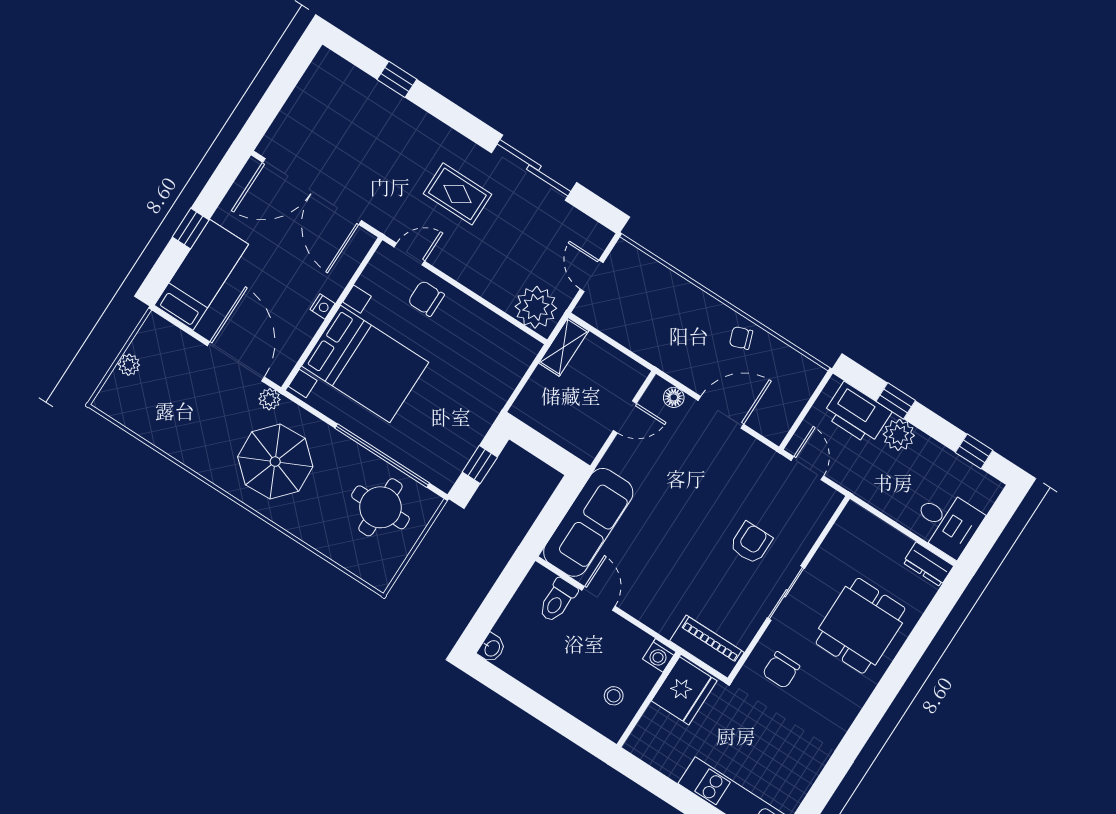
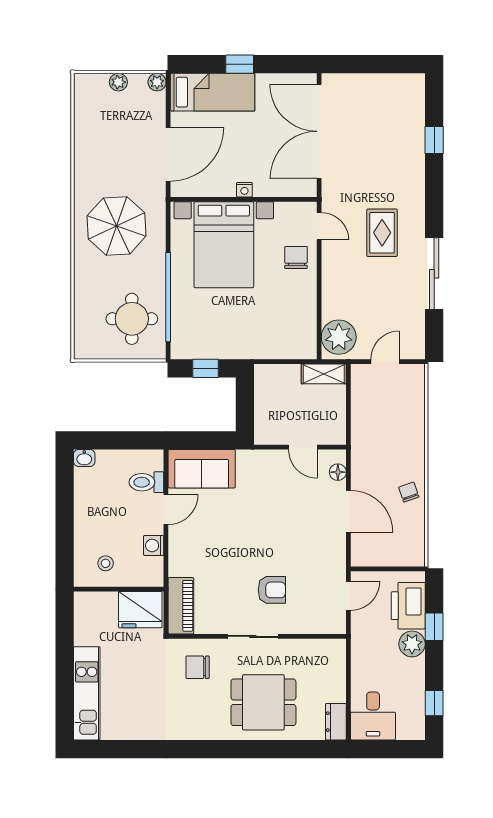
plant: (269, 399) -> (157, 82), moved
sofa: (588, 522) -> (202, 469), width x0.73
washing machine: (659, 655) -> (154, 546), moved

